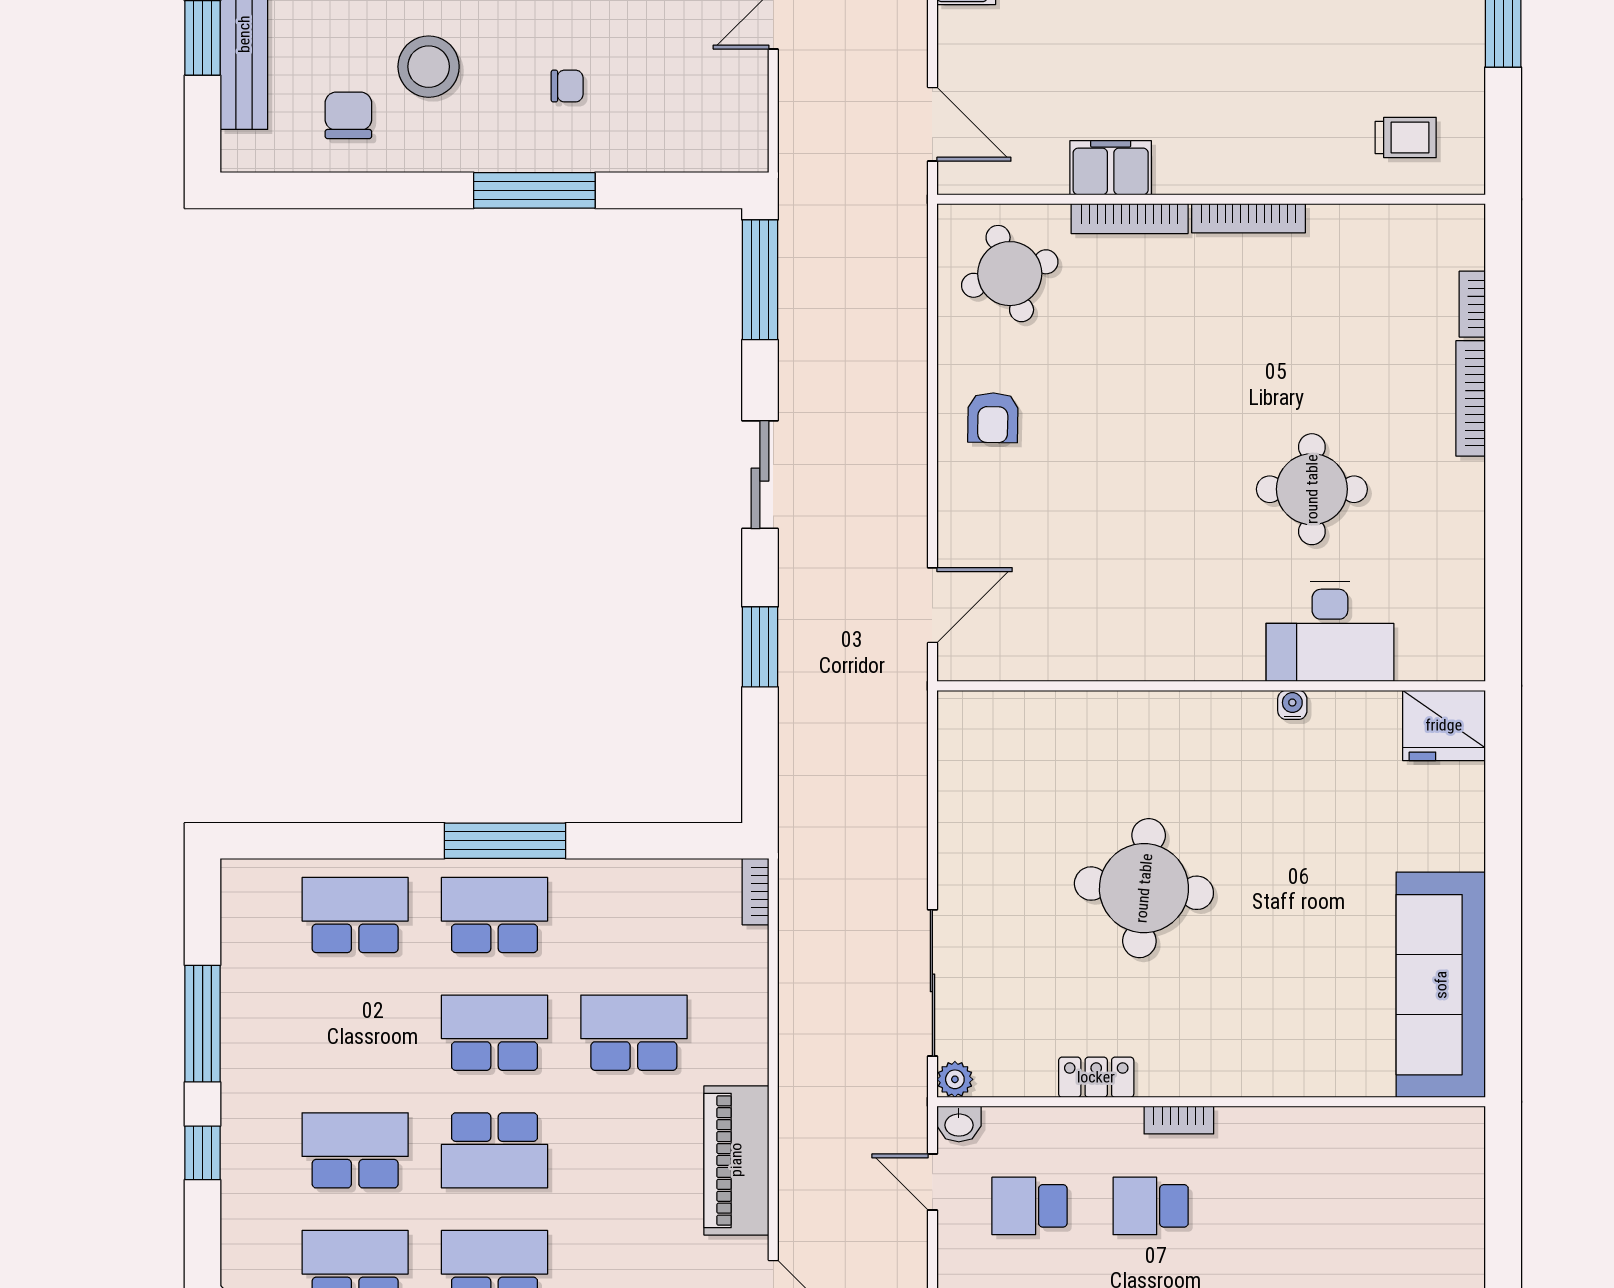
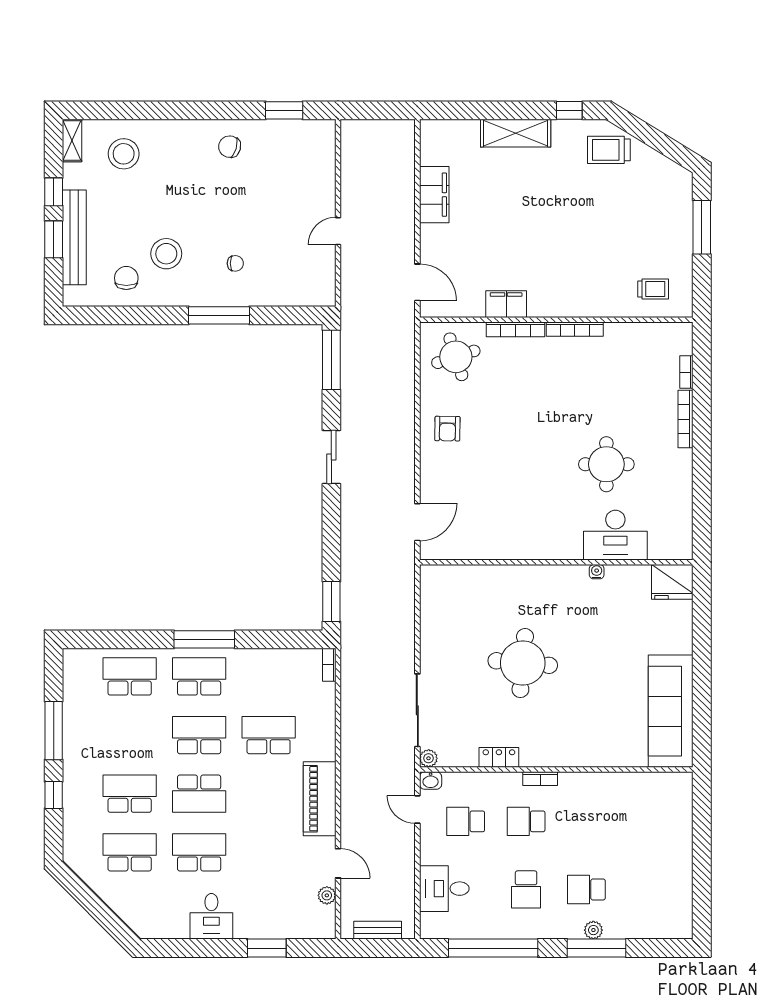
window: (760, 647) -> (331, 602), moved

